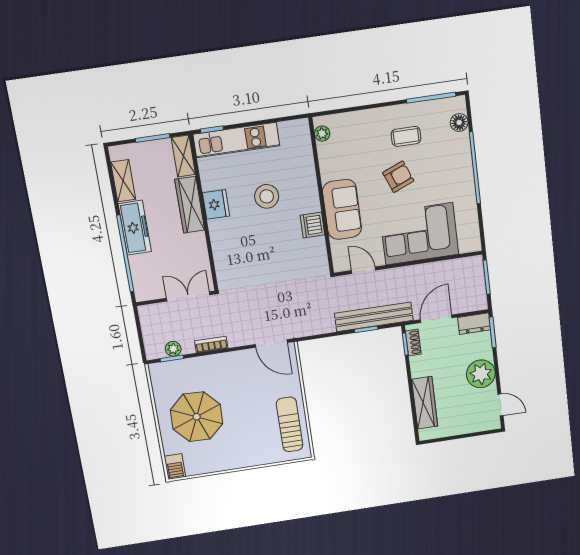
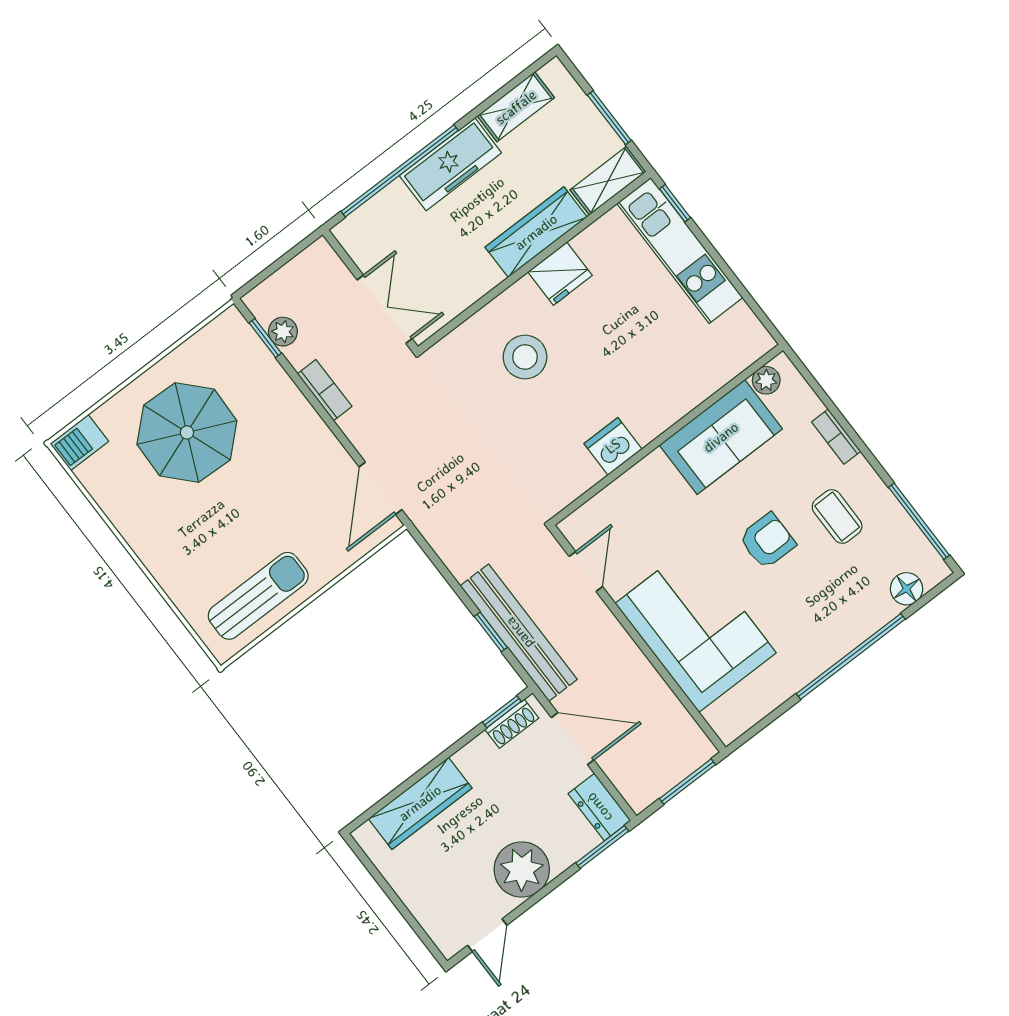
bookcase: (368, 115) -> (836, 437), added
armchair: (398, 177) -> (767, 541), turned -68
stool: (267, 196) -> (525, 357), moved
sofa: (342, 209) -> (721, 437), moved

